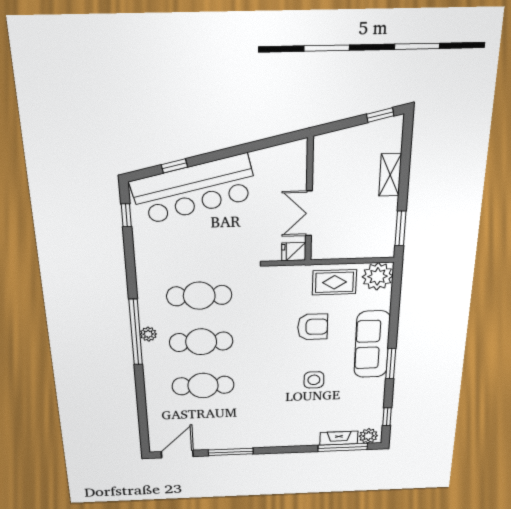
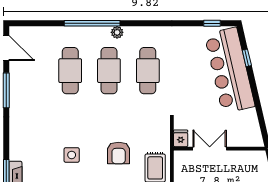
window: (136, 332) -> (92, 23), moved

